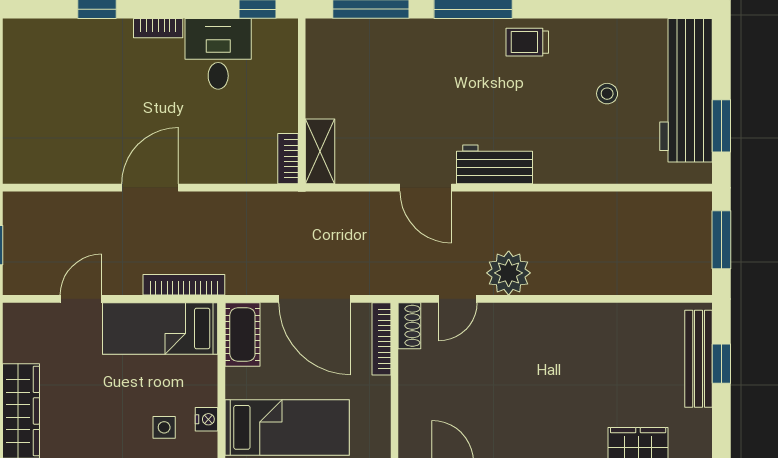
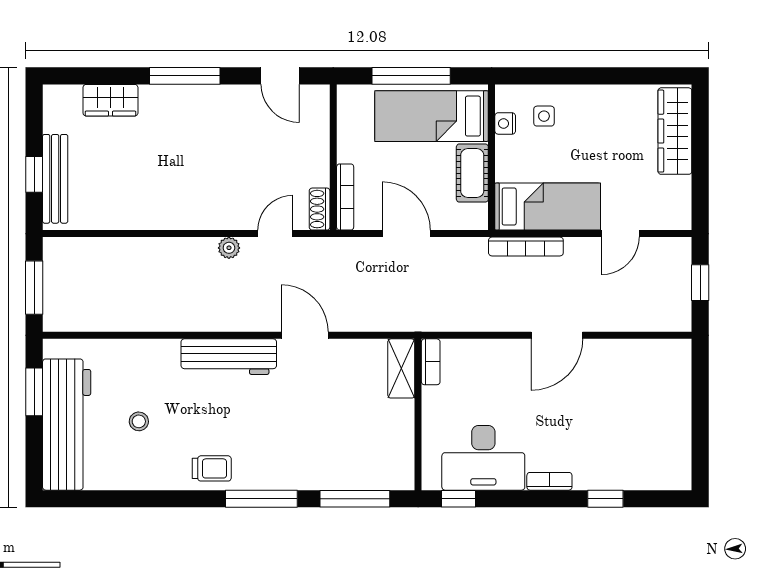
desk: (218, 54) -> (483, 458), width x1.37
workbench: (495, 164) -> (229, 357), width x1.37
plant: (509, 273) -> (229, 248), width x0.53, depth x0.53
door: (315, 299) -> (406, 234), width x0.73
cot: (242, 335) -> (472, 173), moved

